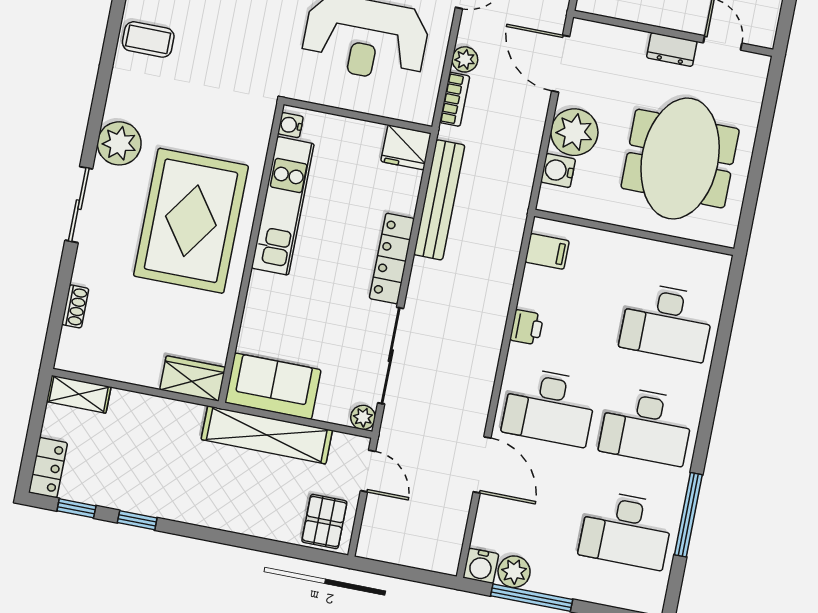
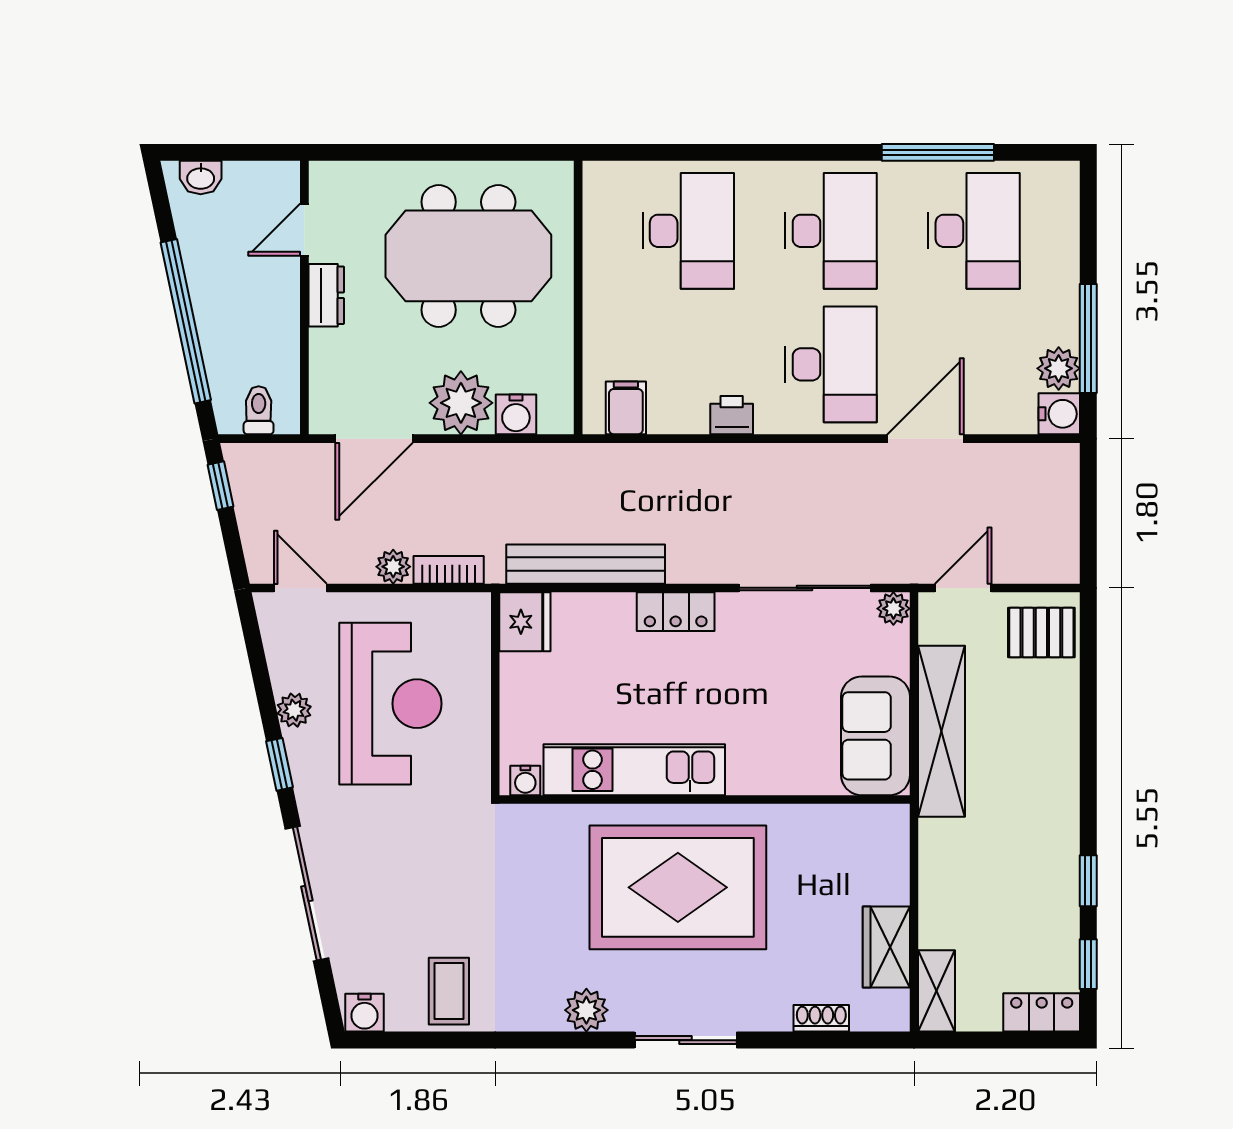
plant: (119, 143) -> (586, 1010), width x0.73, depth x0.73
locker: (392, 258) -> (676, 612), width x0.66
wardrobe: (193, 379) -> (886, 947), moved

